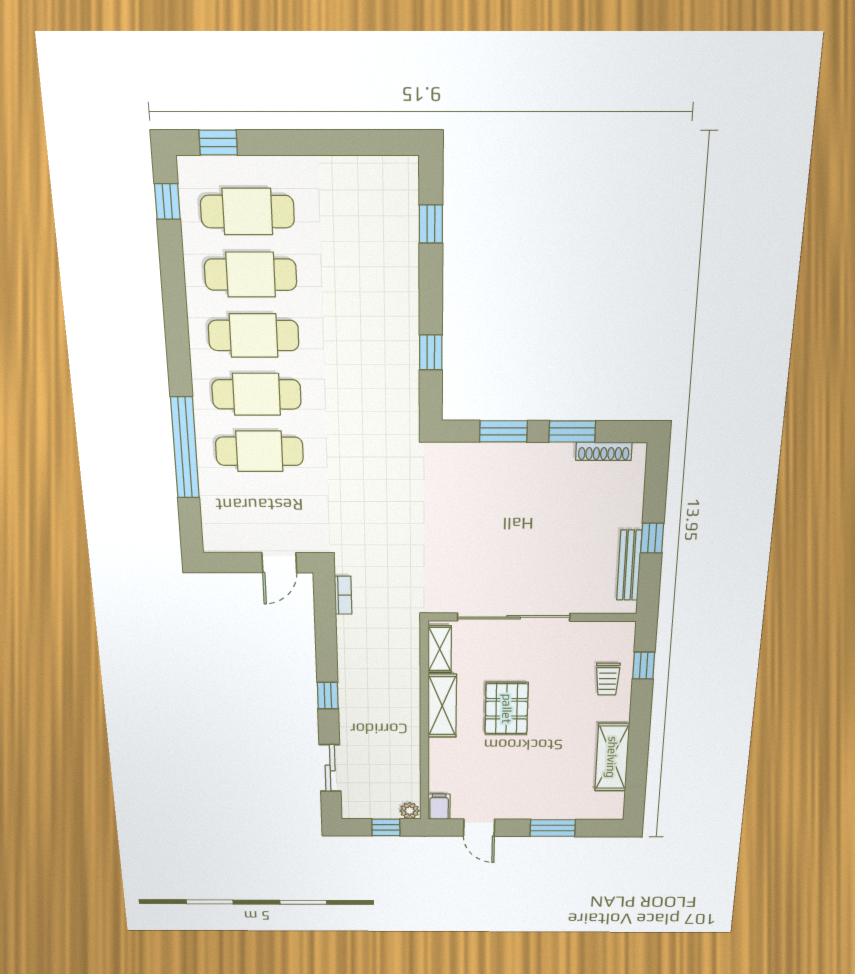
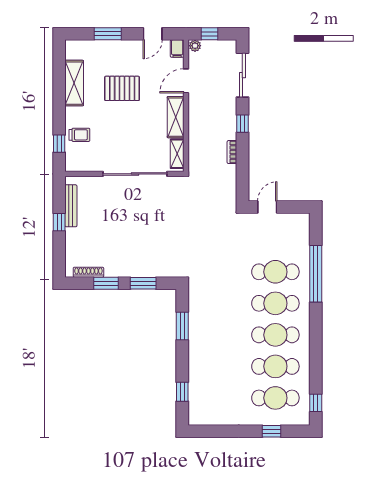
window: (218, 143) -> (271, 431), moved
window: (431, 352) -> (182, 326), width x1.50
bookcase: (343, 595) -> (232, 152), moved
trolley: (608, 679) -> (79, 135), turned 90
pallet: (507, 709) -> (122, 88), moved, turned 90
door: (424, 760) -> (186, 81), added
sliding door: (330, 768) -> (242, 75), width x1.37
door: (479, 828) -> (153, 34), swing flipped

